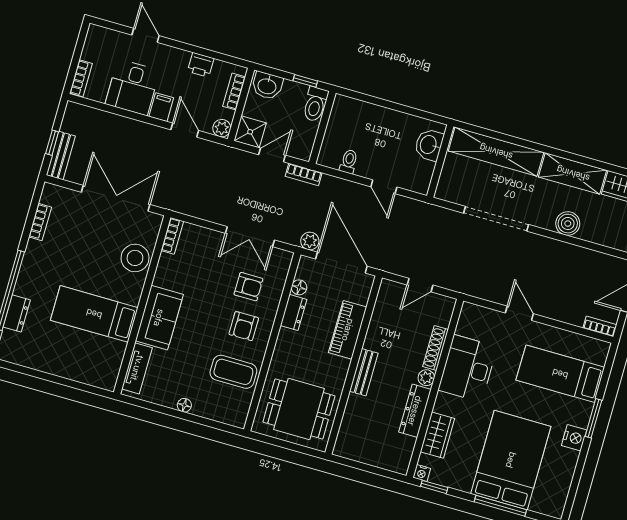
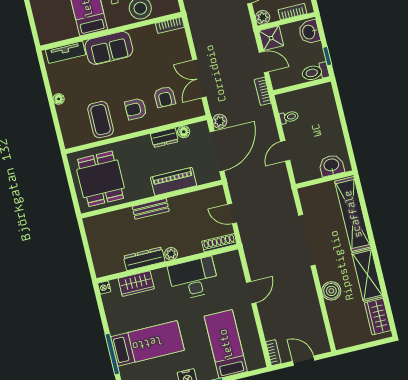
shoe rack: (436, 348) -> (219, 243), moved
bed: (511, 460) -> (147, 343), width x0.67
window: (434, 487) -> (99, 301), removed

